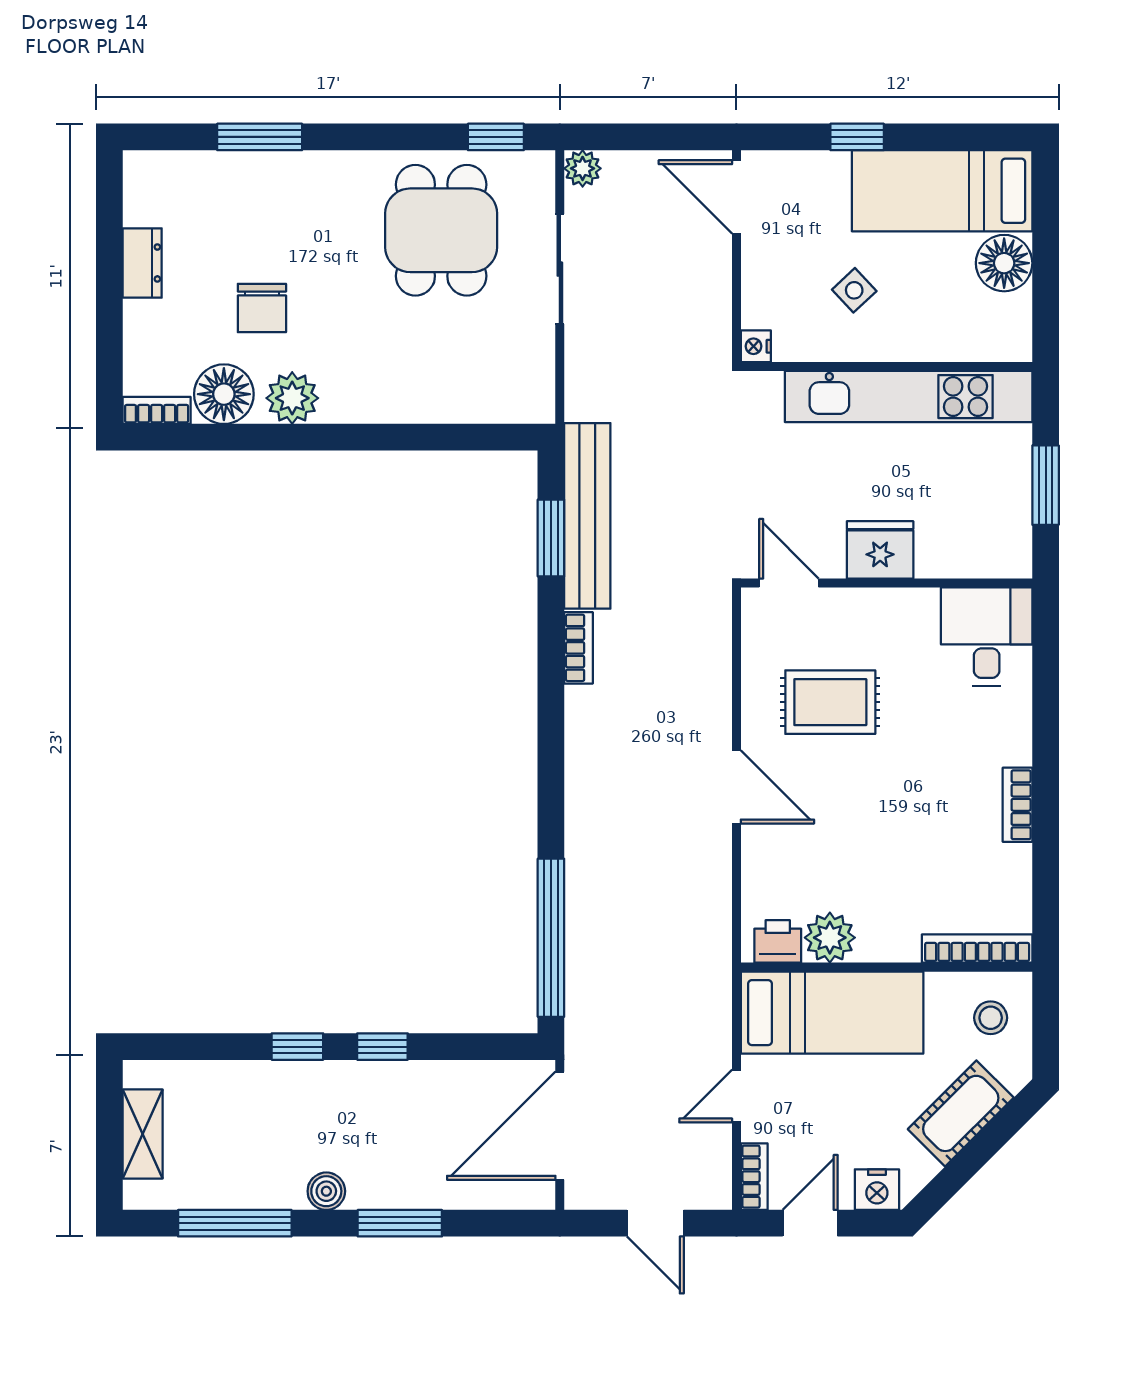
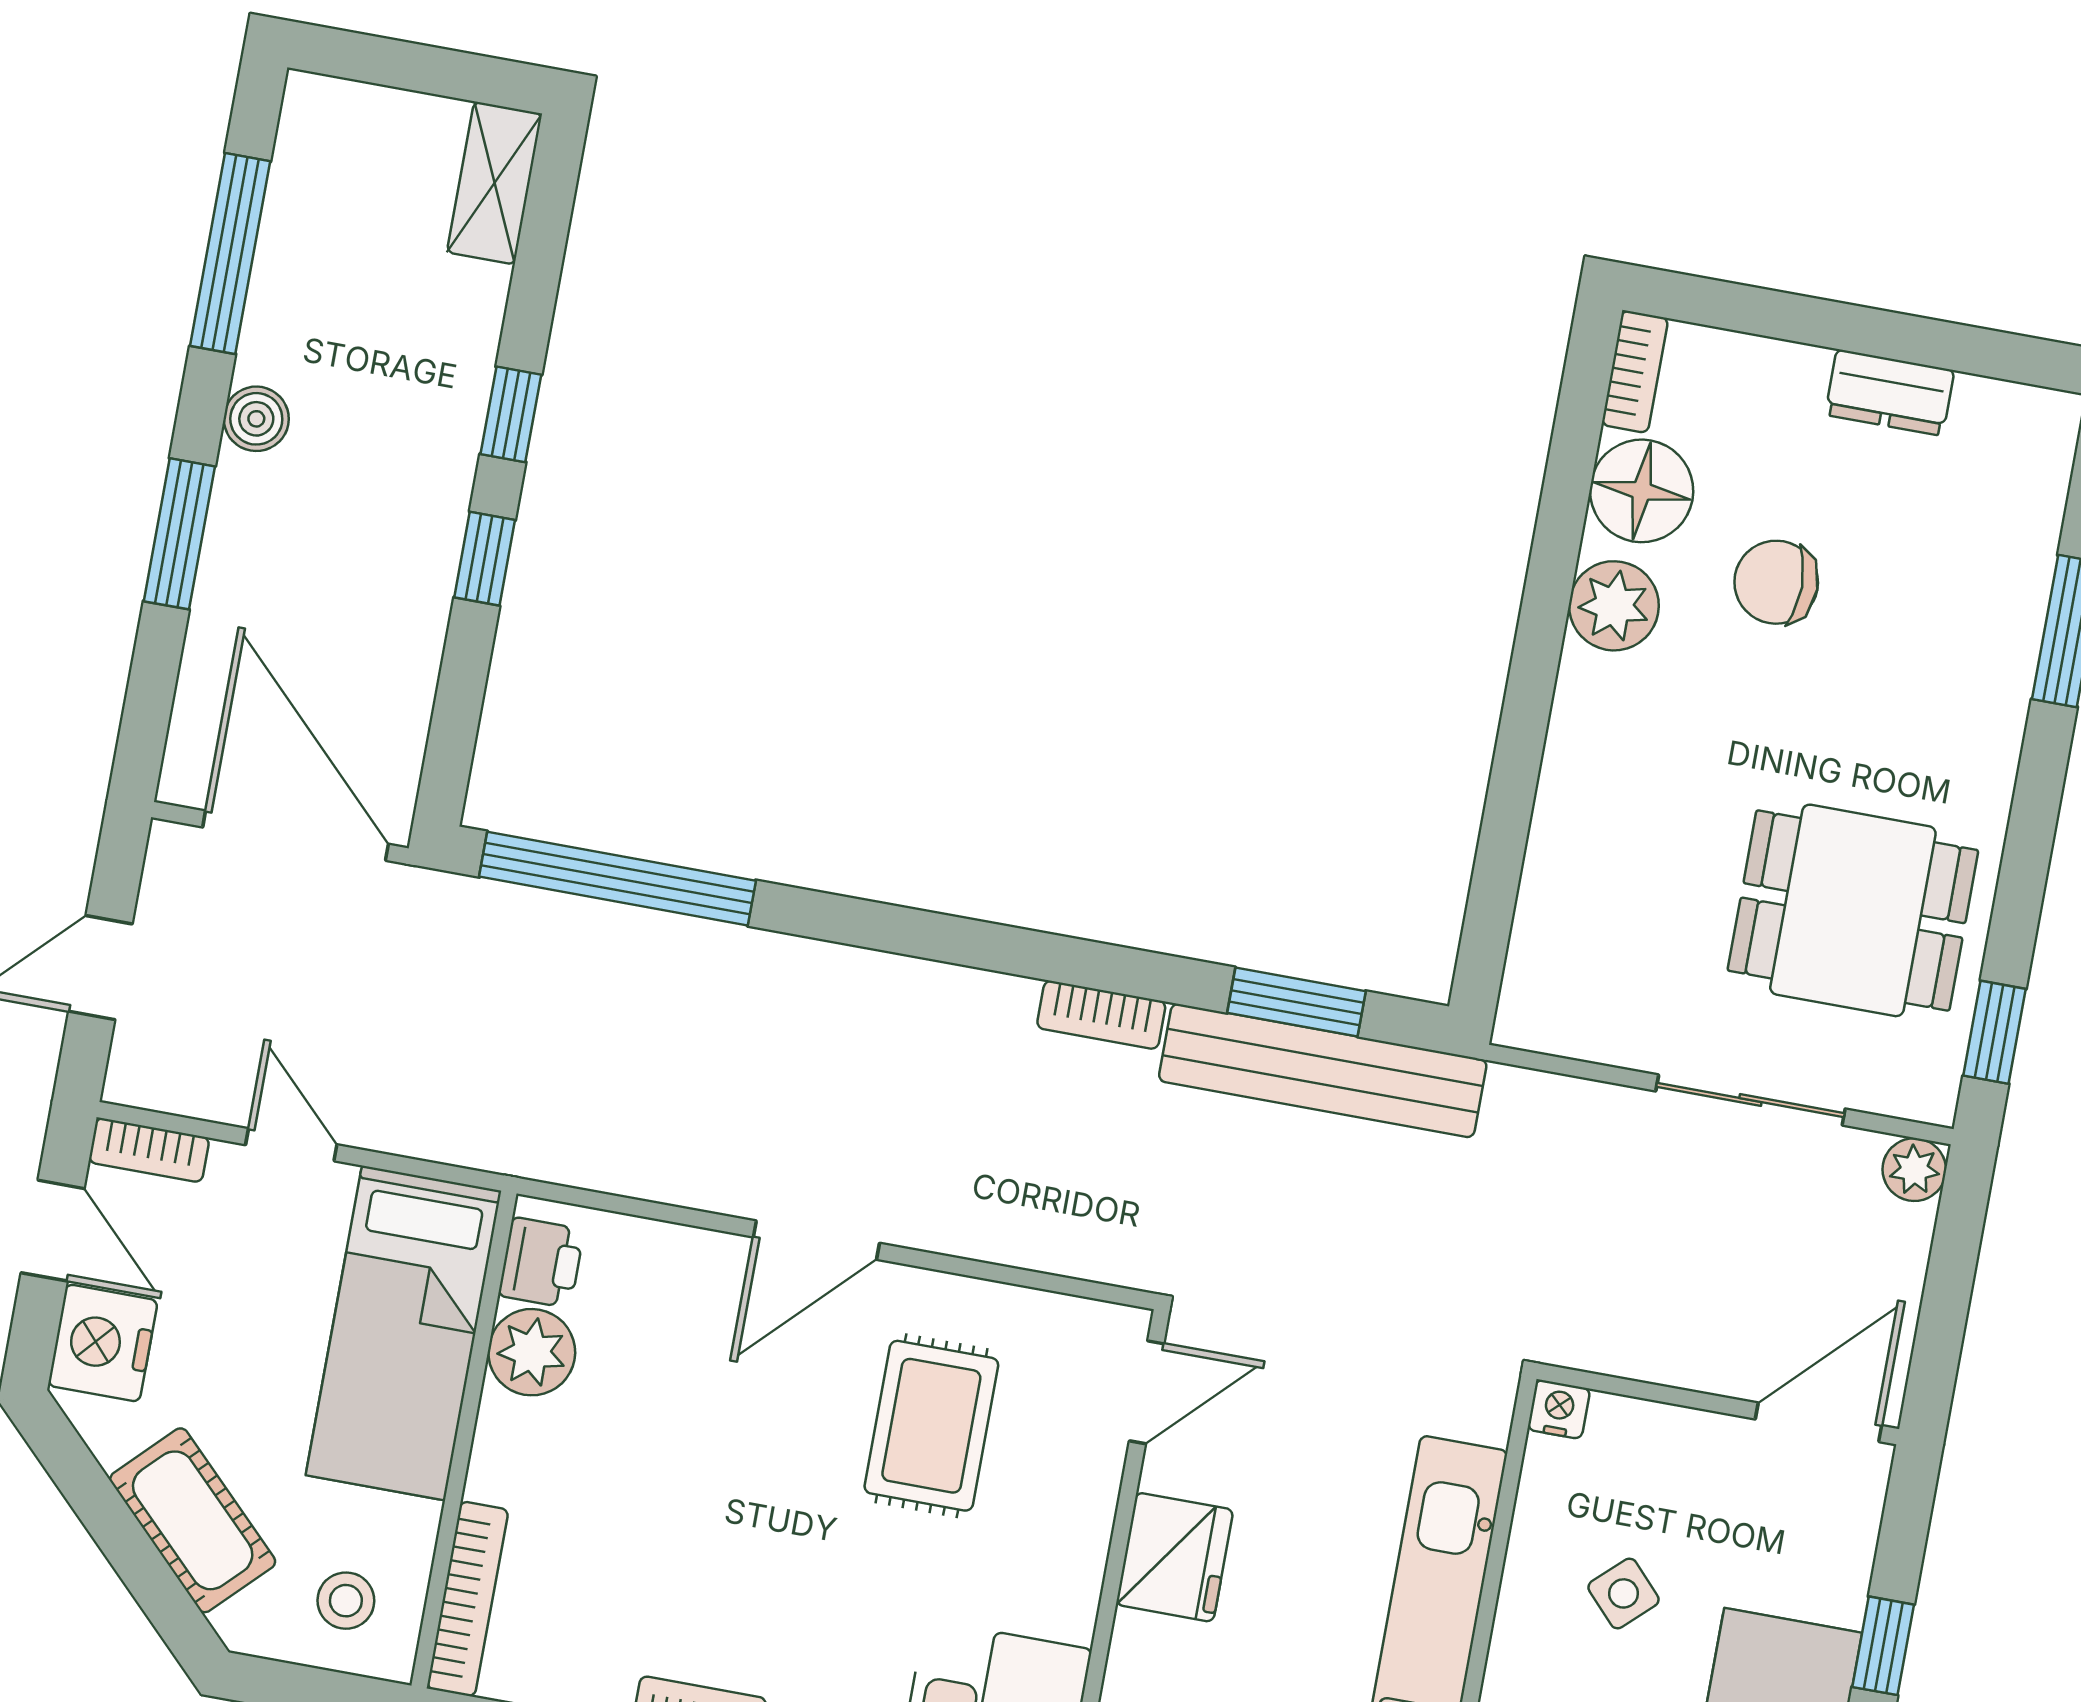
shelving: (143, 1134) -> (495, 183), moved, turned 90
nightstand: (877, 1190) -> (103, 1343), width x1.36, depth x1.33

